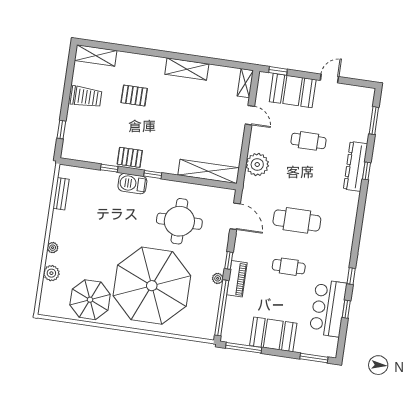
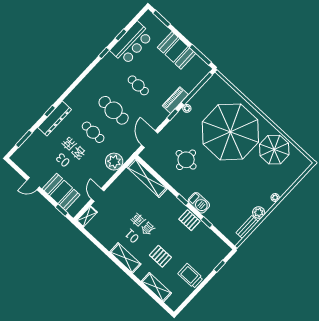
shelving: (96, 55) -> (156, 287), moved
shelving: (187, 69) -> (125, 258), moved
cafe table: (308, 141) -> (93, 132), moved
round table: (179, 221) -> (186, 160), width x0.73, depth x0.73
plant: (51, 273) -> (259, 212), moved

